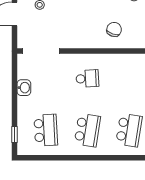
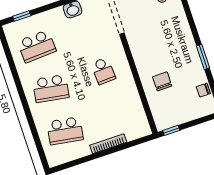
chair: (114, 29) -> (162, 81), turned -109

